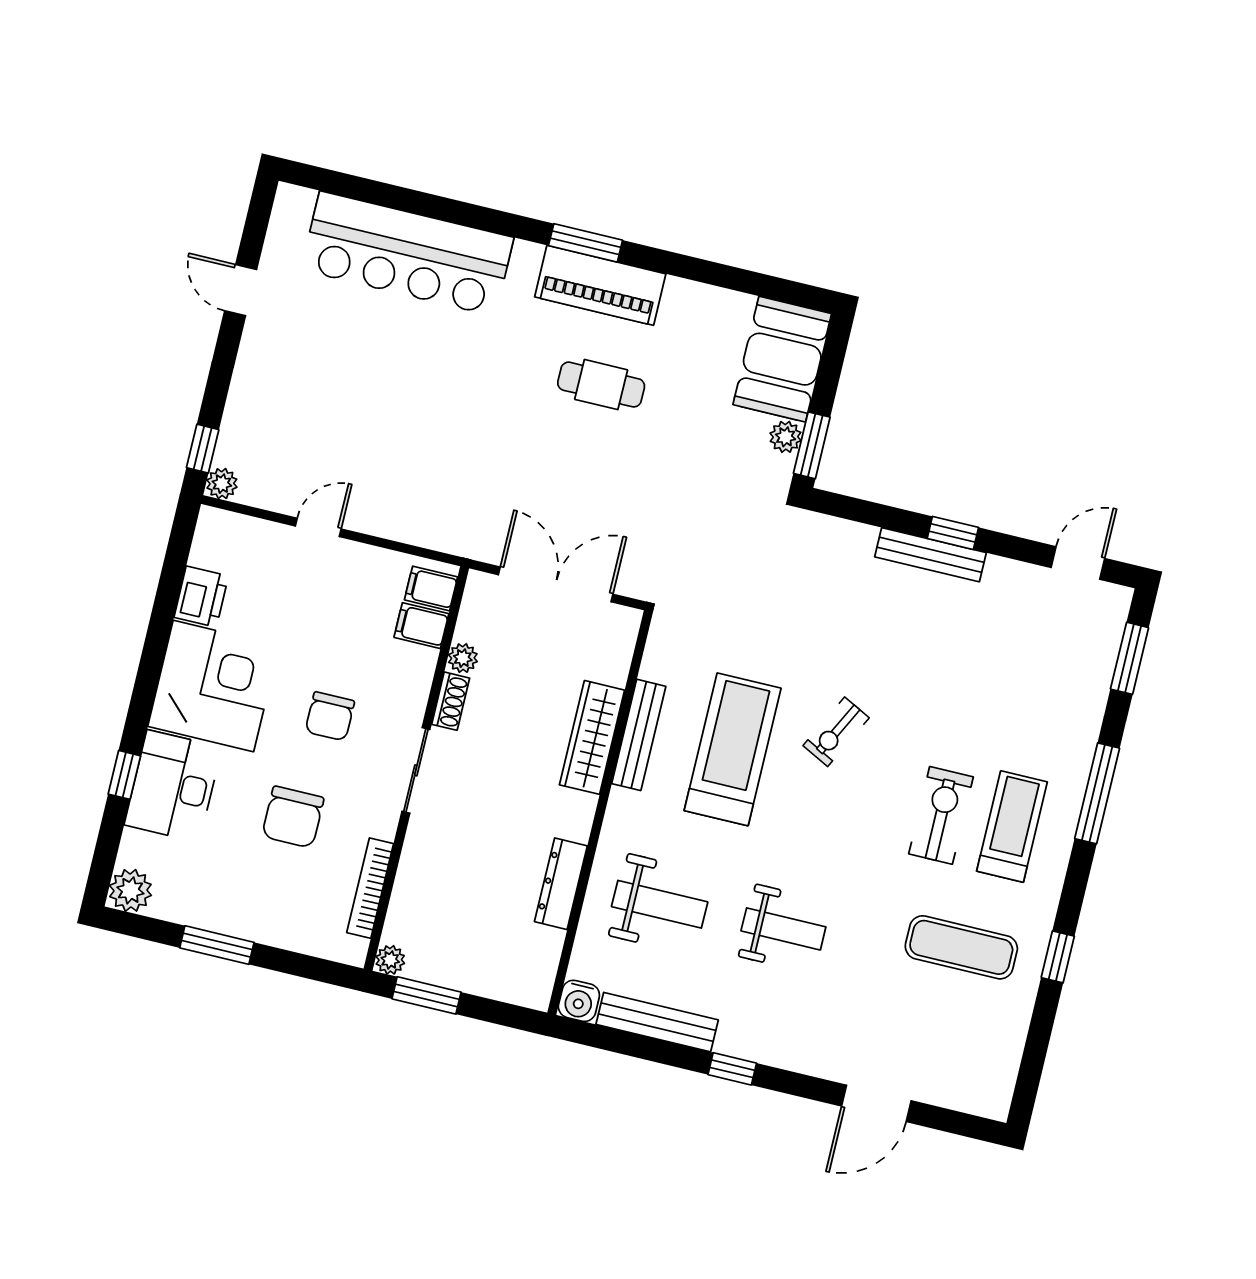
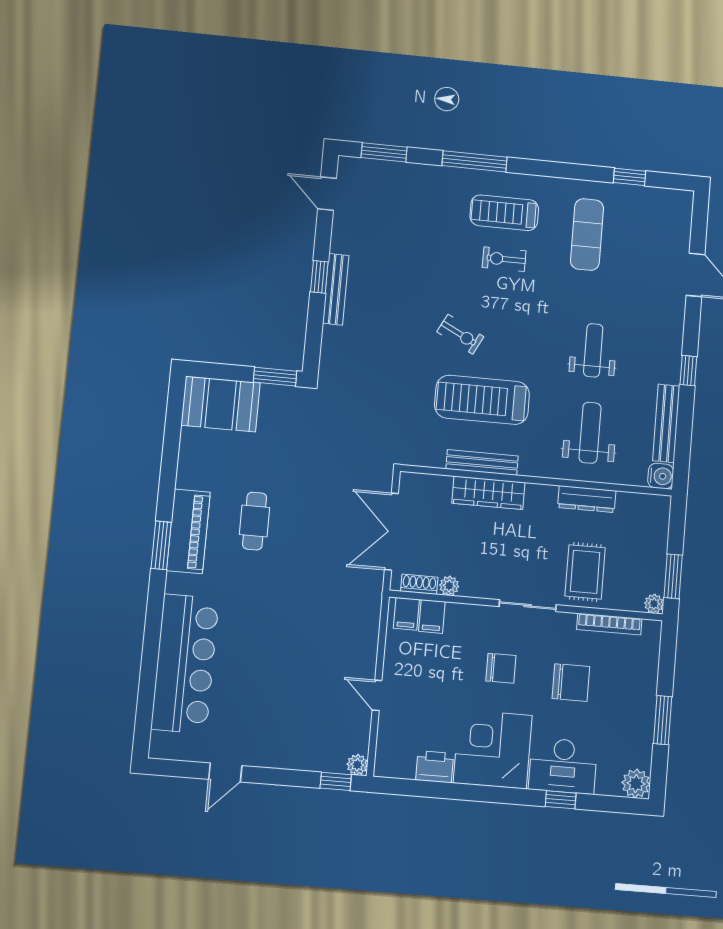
plant: (786, 437) -> (272, 395), removed
shoe rack: (451, 701) -> (419, 584), moved
exercise bike: (941, 815) -> (504, 259), width x0.73, depth x0.72
rug: (453, 864) -> (585, 572), added
window: (1058, 957) -> (629, 177), moved

